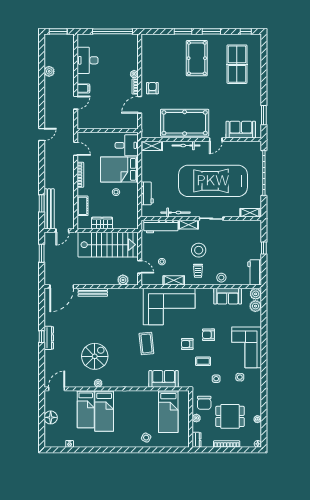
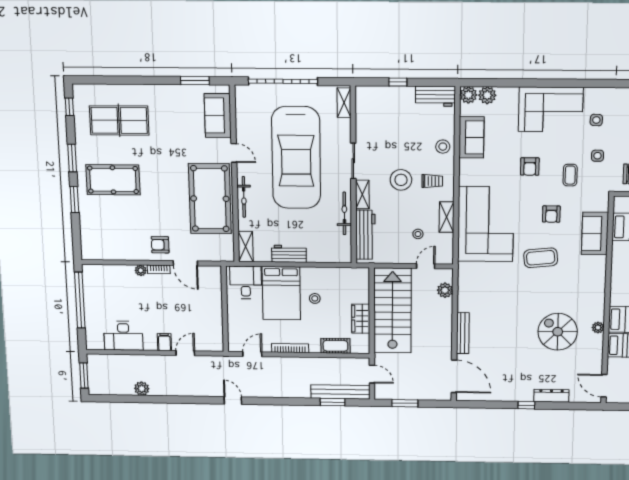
door: (76, 103) -> (185, 353), hinge flipped
workbench: (147, 193) -> (289, 254), moved
dresser: (49, 338) -> (551, 396), moved
armchair: (187, 344) -> (551, 214), moved

